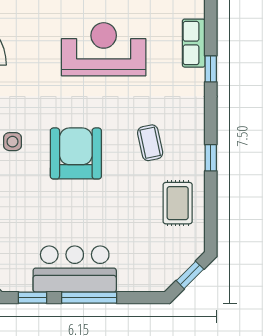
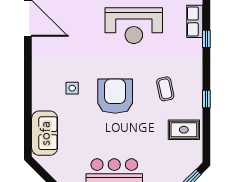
reception desk: (104, 49) -> (134, 26), turned 180
rug: (178, 203) -> (184, 130), turned 90

